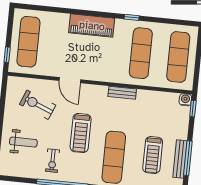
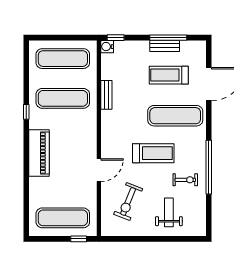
bench: (122, 93) -> (106, 95), moved
treadmill: (153, 155) -> (169, 75), turned 180
bench: (180, 159) -> (165, 46), width x0.73

